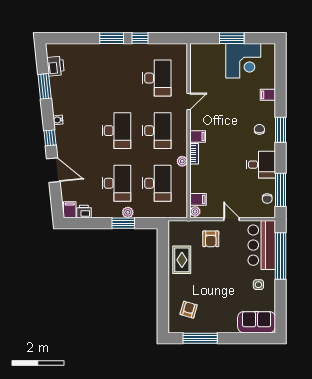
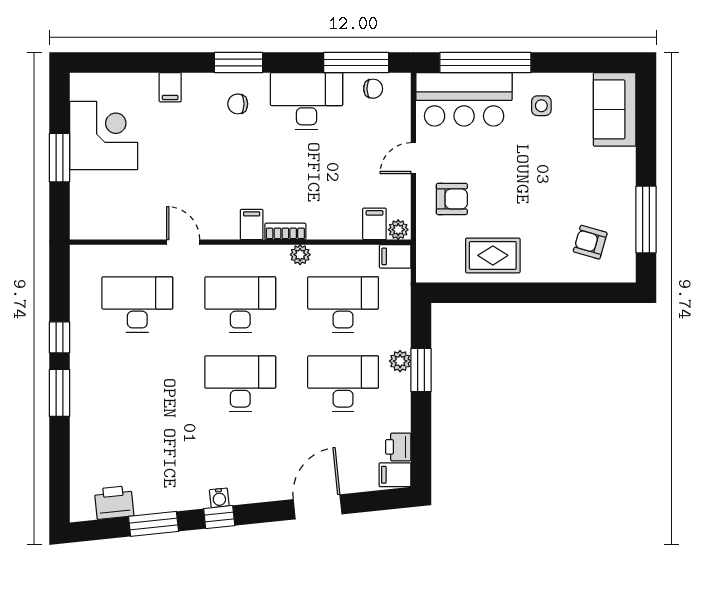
window: (50, 138) -> (219, 517), moved
desk: (261, 165) -> (307, 101), width x1.37
filing cabinet: (181, 210) -> (395, 256), added

